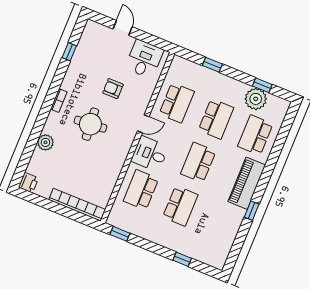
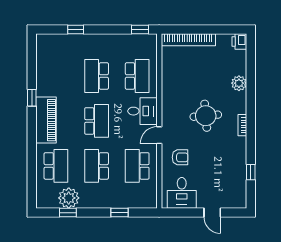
armchair: (113, 89) -> (180, 157), moved

